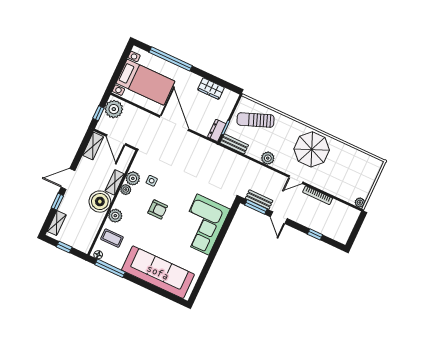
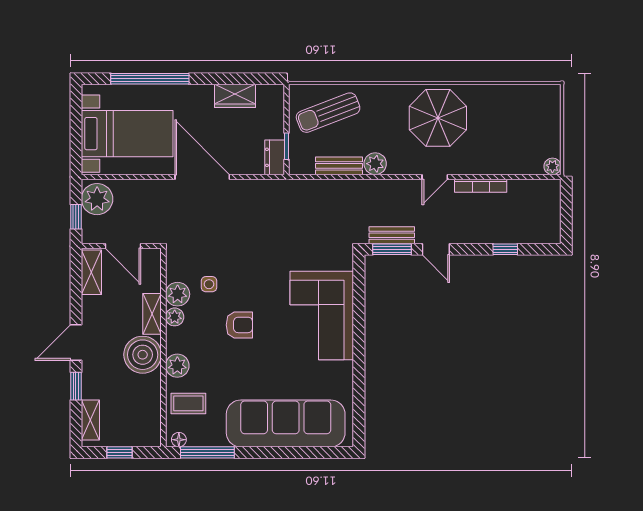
bench: (234, 144) -> (339, 166), moved

